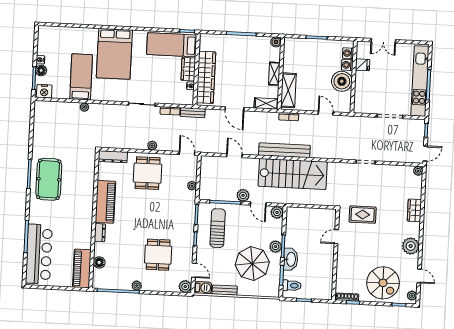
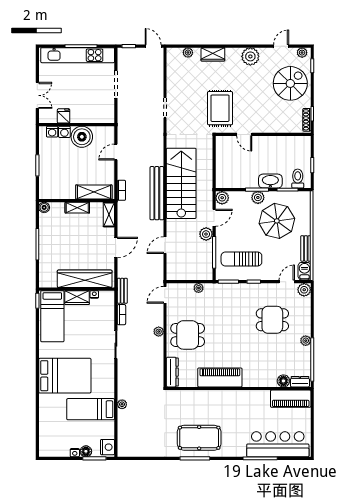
plant: (418, 171) -> (188, 53), moved
rug: (363, 215) -> (220, 108), width x1.36, depth x1.43
dresser: (100, 233) -> (300, 382), moved

